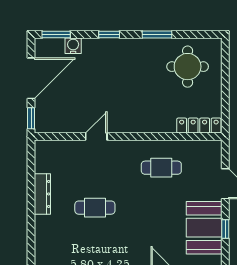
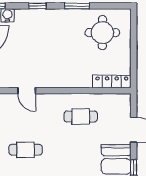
door: (96, 136) -> (27, 91), swing flipped

